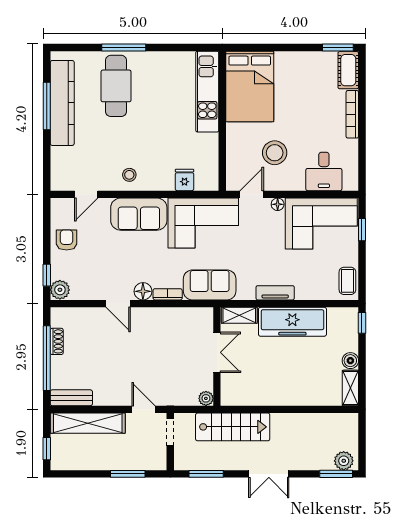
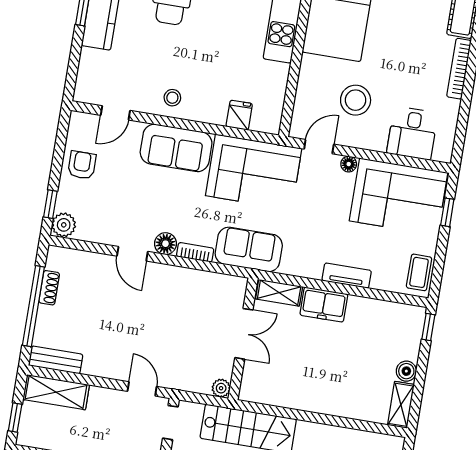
tv unit: (275, 293) -> (347, 276), moved
freezer: (292, 322) -> (324, 305), width x0.52, depth x0.79
shelving: (88, 423) -> (56, 392), width x0.68

